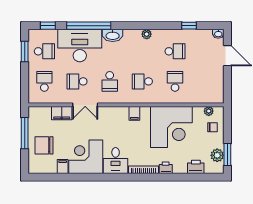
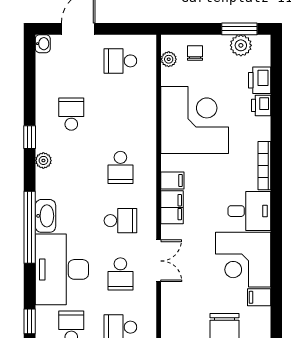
window: (89, 26) -> (30, 227), moved
window: (189, 26) -> (30, 137), moved
school desk: (175, 81) -> (120, 61), moved
filing cabinet: (62, 113) -> (172, 207), moved
printer: (166, 168) -> (261, 105), moved

